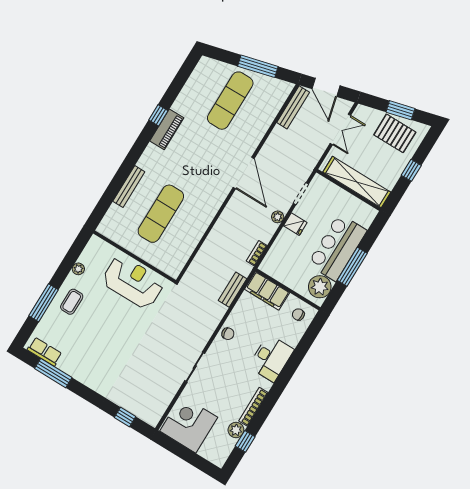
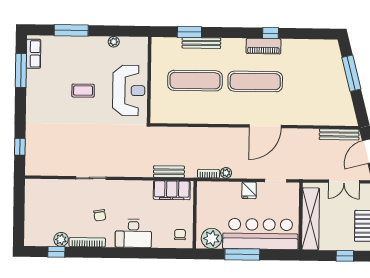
window: (258, 66) -> (351, 73), moved
exercise mat: (230, 101) -> (255, 81), moved
window: (112, 192) -> (189, 32), added
plant: (278, 217) -> (226, 173), moved
bar counter: (337, 247) -> (260, 234), width x1.36
filing cabinet: (267, 291) -> (172, 190), moved, turned -90
coffee table: (72, 302) -> (83, 91), moved
chair: (228, 334) -> (100, 215), moved
corner desk: (189, 424) -> (44, 200), removed

